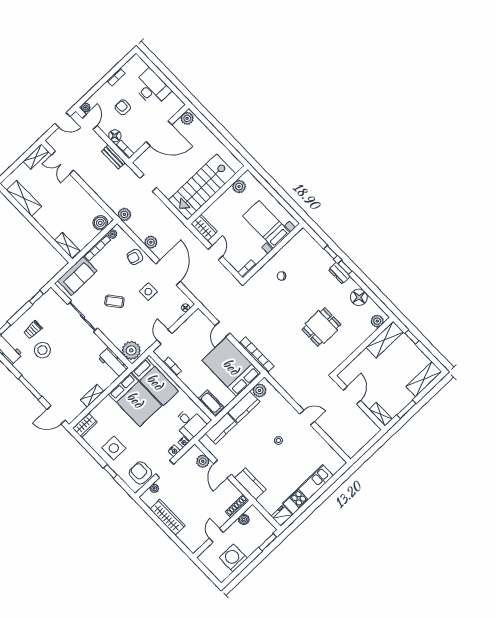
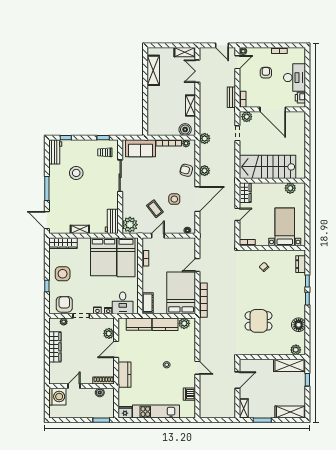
printer: (173, 100) -> (300, 98), added
plant: (187, 118) -> (247, 117), moved
floor lamp: (115, 136) -> (244, 85), removed
shelving: (67, 245) -> (190, 106), moved
dresser: (339, 273) -> (301, 264), moved
coffee table: (114, 301) -> (155, 209), moved
trolley: (33, 330) -> (105, 152), moved
wardrobe: (85, 425) -> (63, 243), width x1.50
dishwasher: (322, 447) -> (189, 394), added
washing machine: (233, 558) -> (57, 397), moved, turned 90

